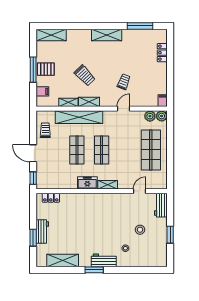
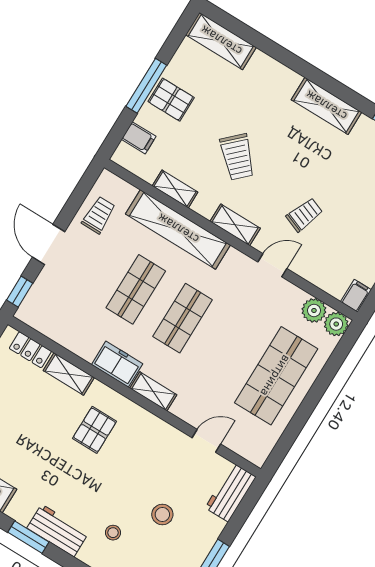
shelving: (89, 102) -> (235, 225), moved
shelving: (71, 198) -> (69, 374), added
pallet: (94, 213) -> (95, 430), added

